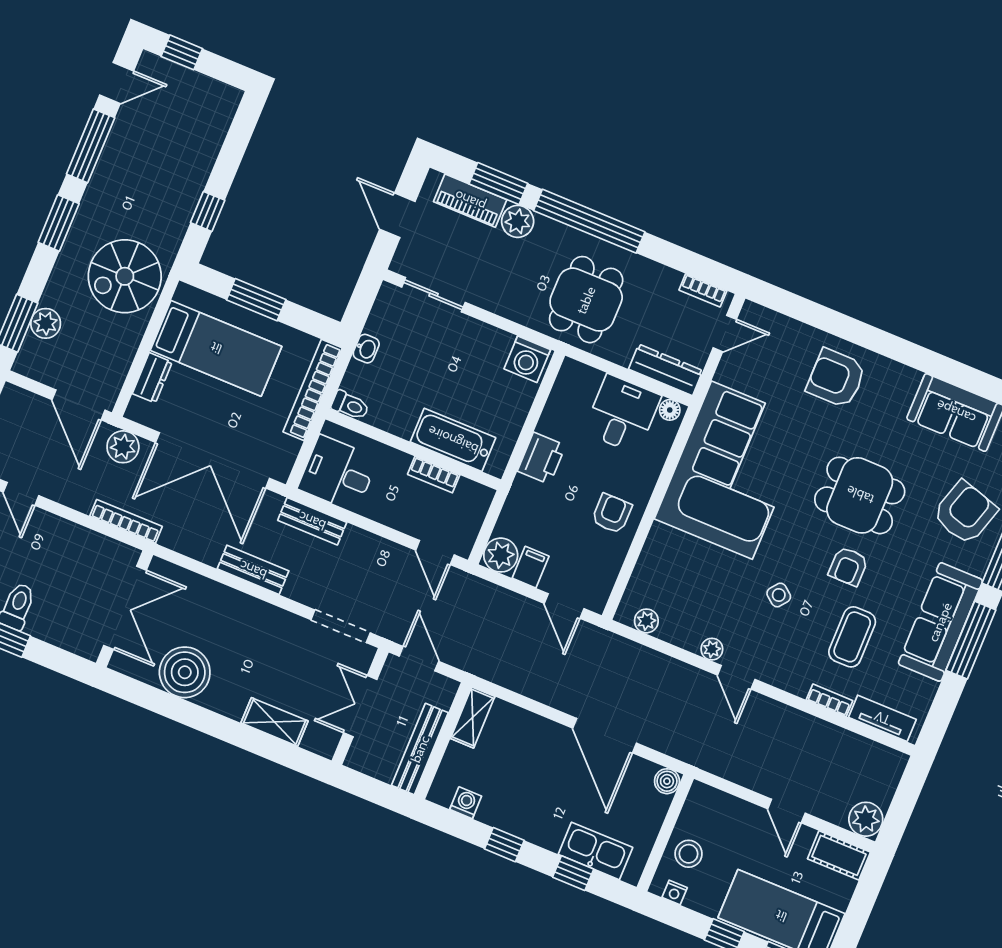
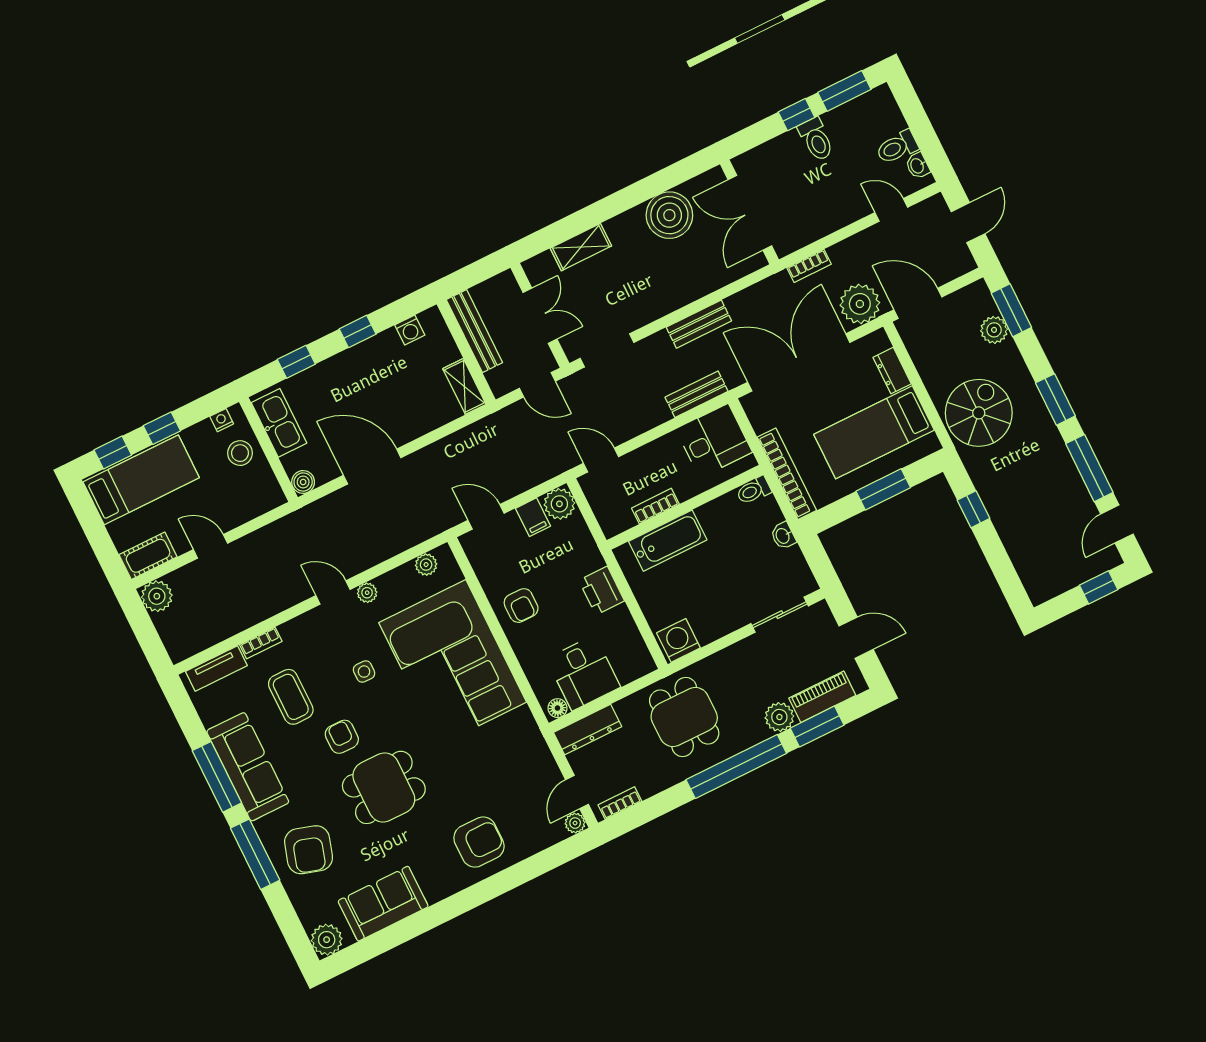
plant: (751, 313) -> (575, 823), added
plant: (123, 447) -> (860, 304), width x1.36, depth x1.36
corner sofa: (732, 470) -> (453, 662), moved
bookcase: (126, 521) -> (809, 266), width x0.64
side table: (779, 595) -> (364, 672), turned -38
kitchen sink: (595, 851) -> (279, 423), moved, turned -90

